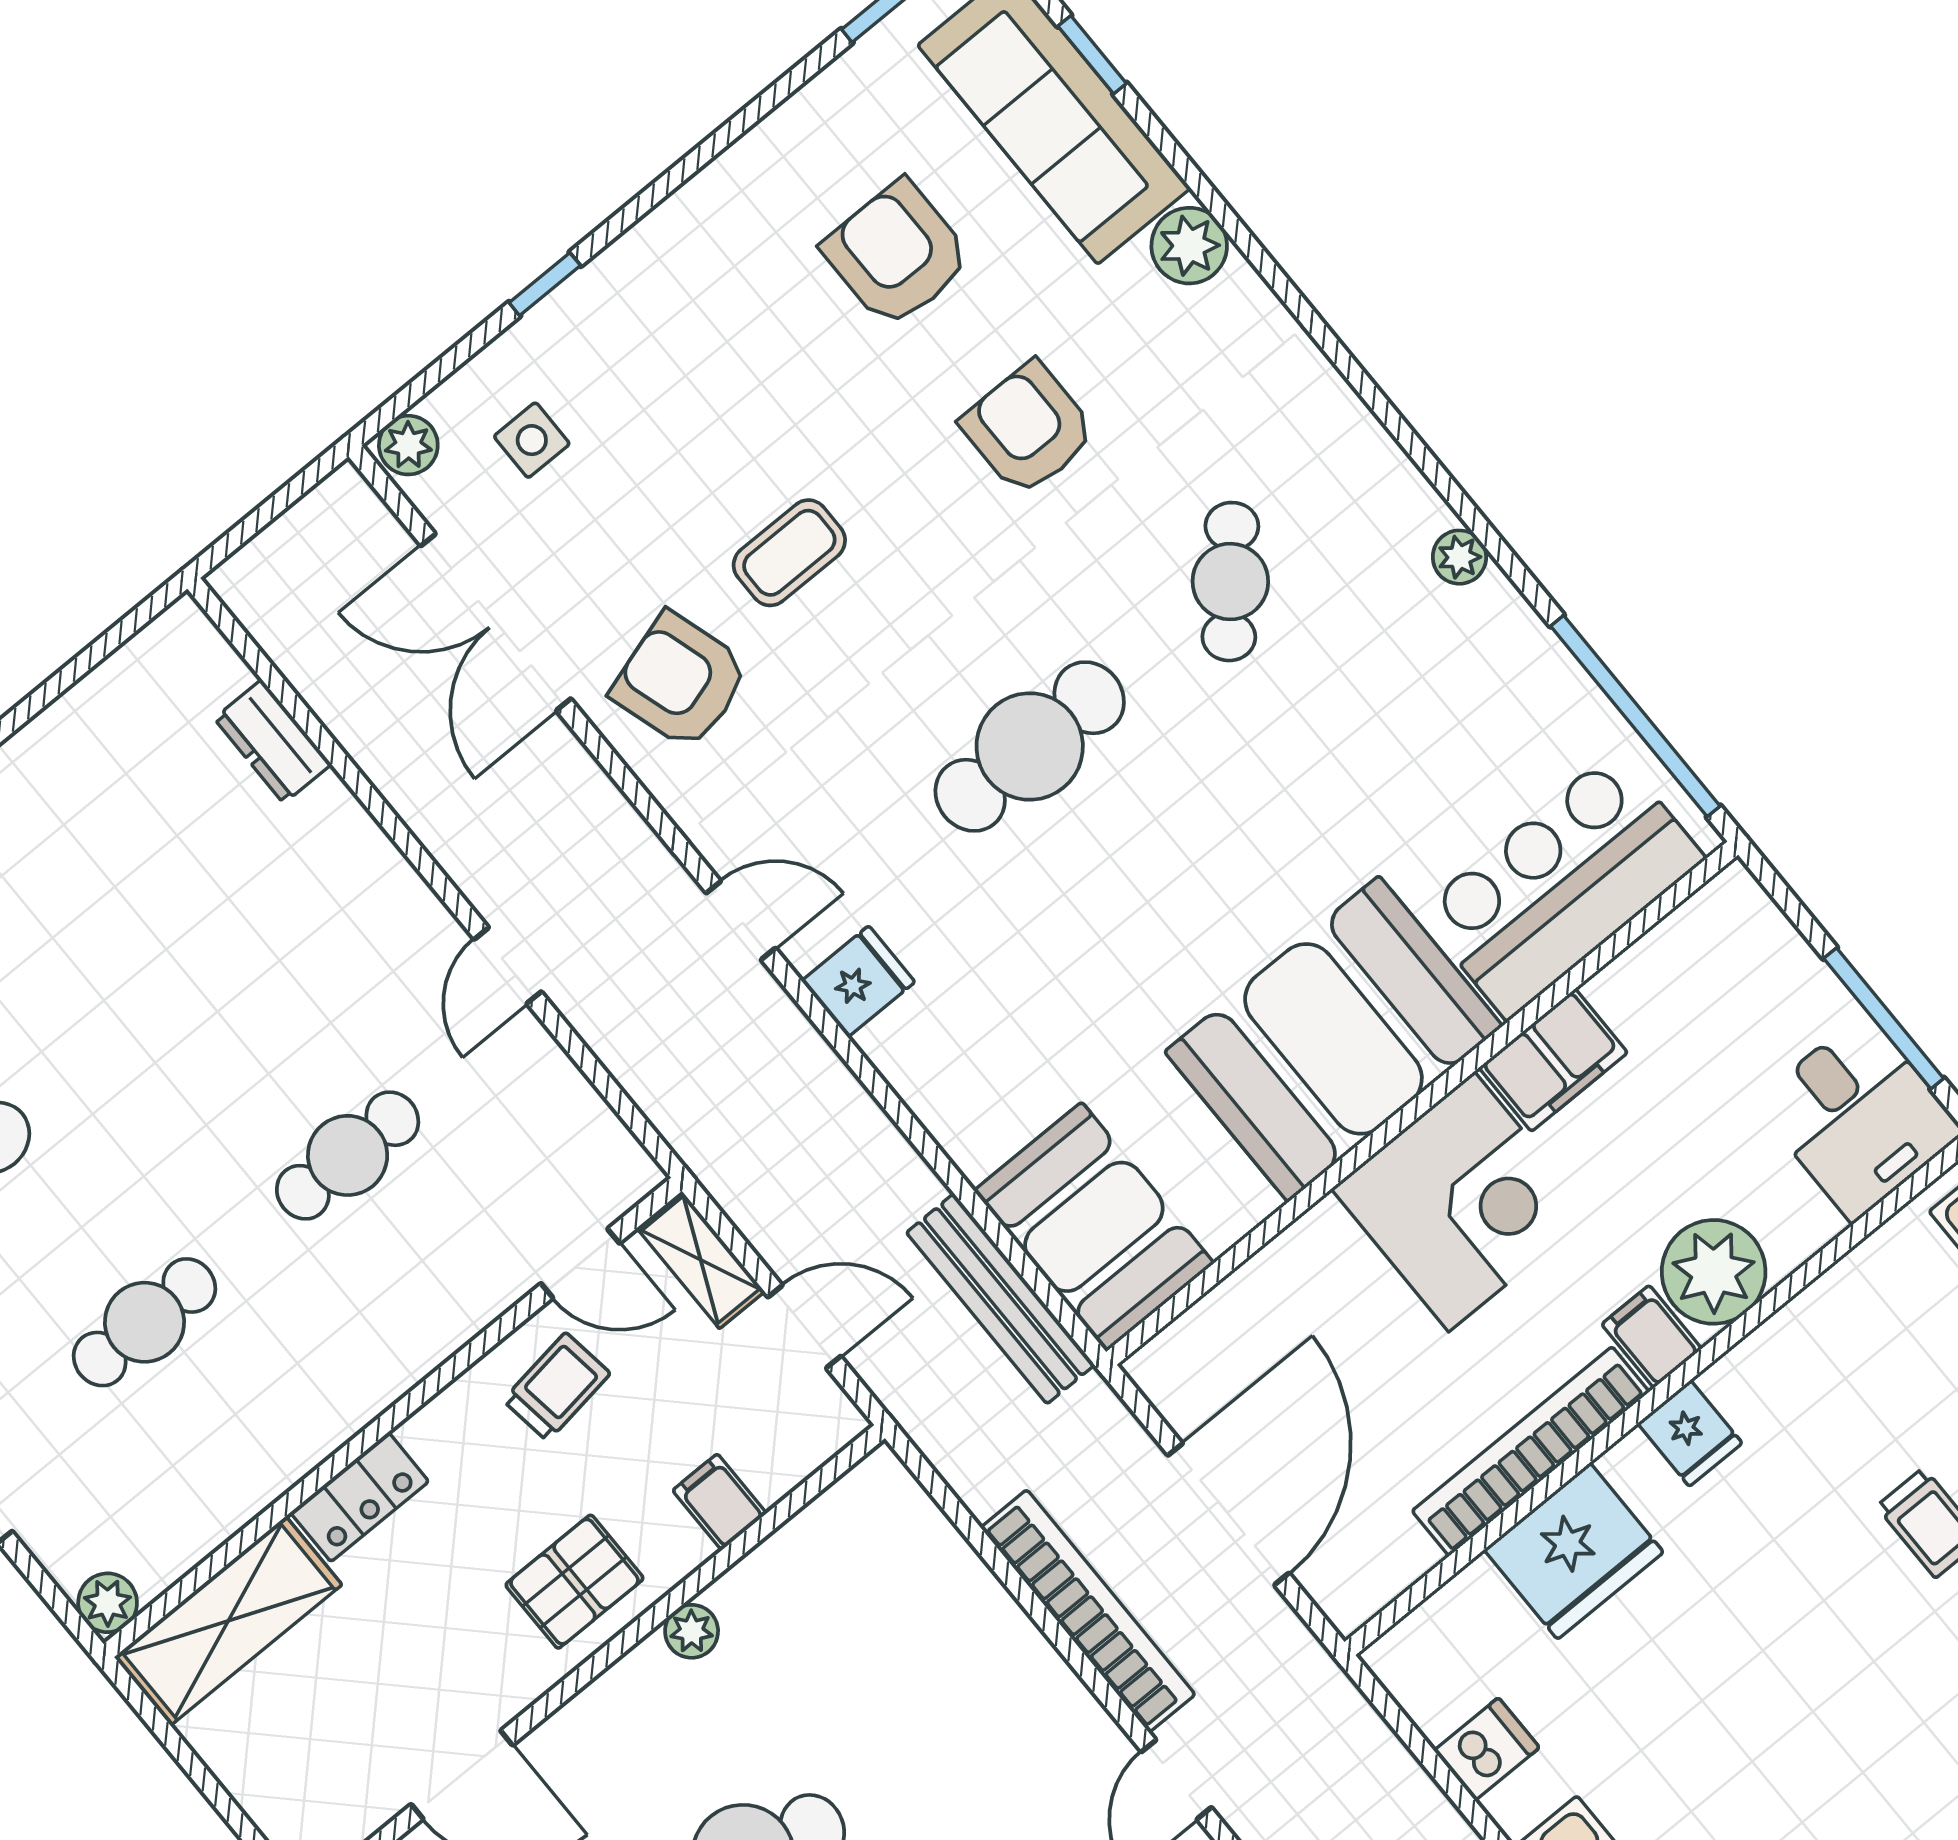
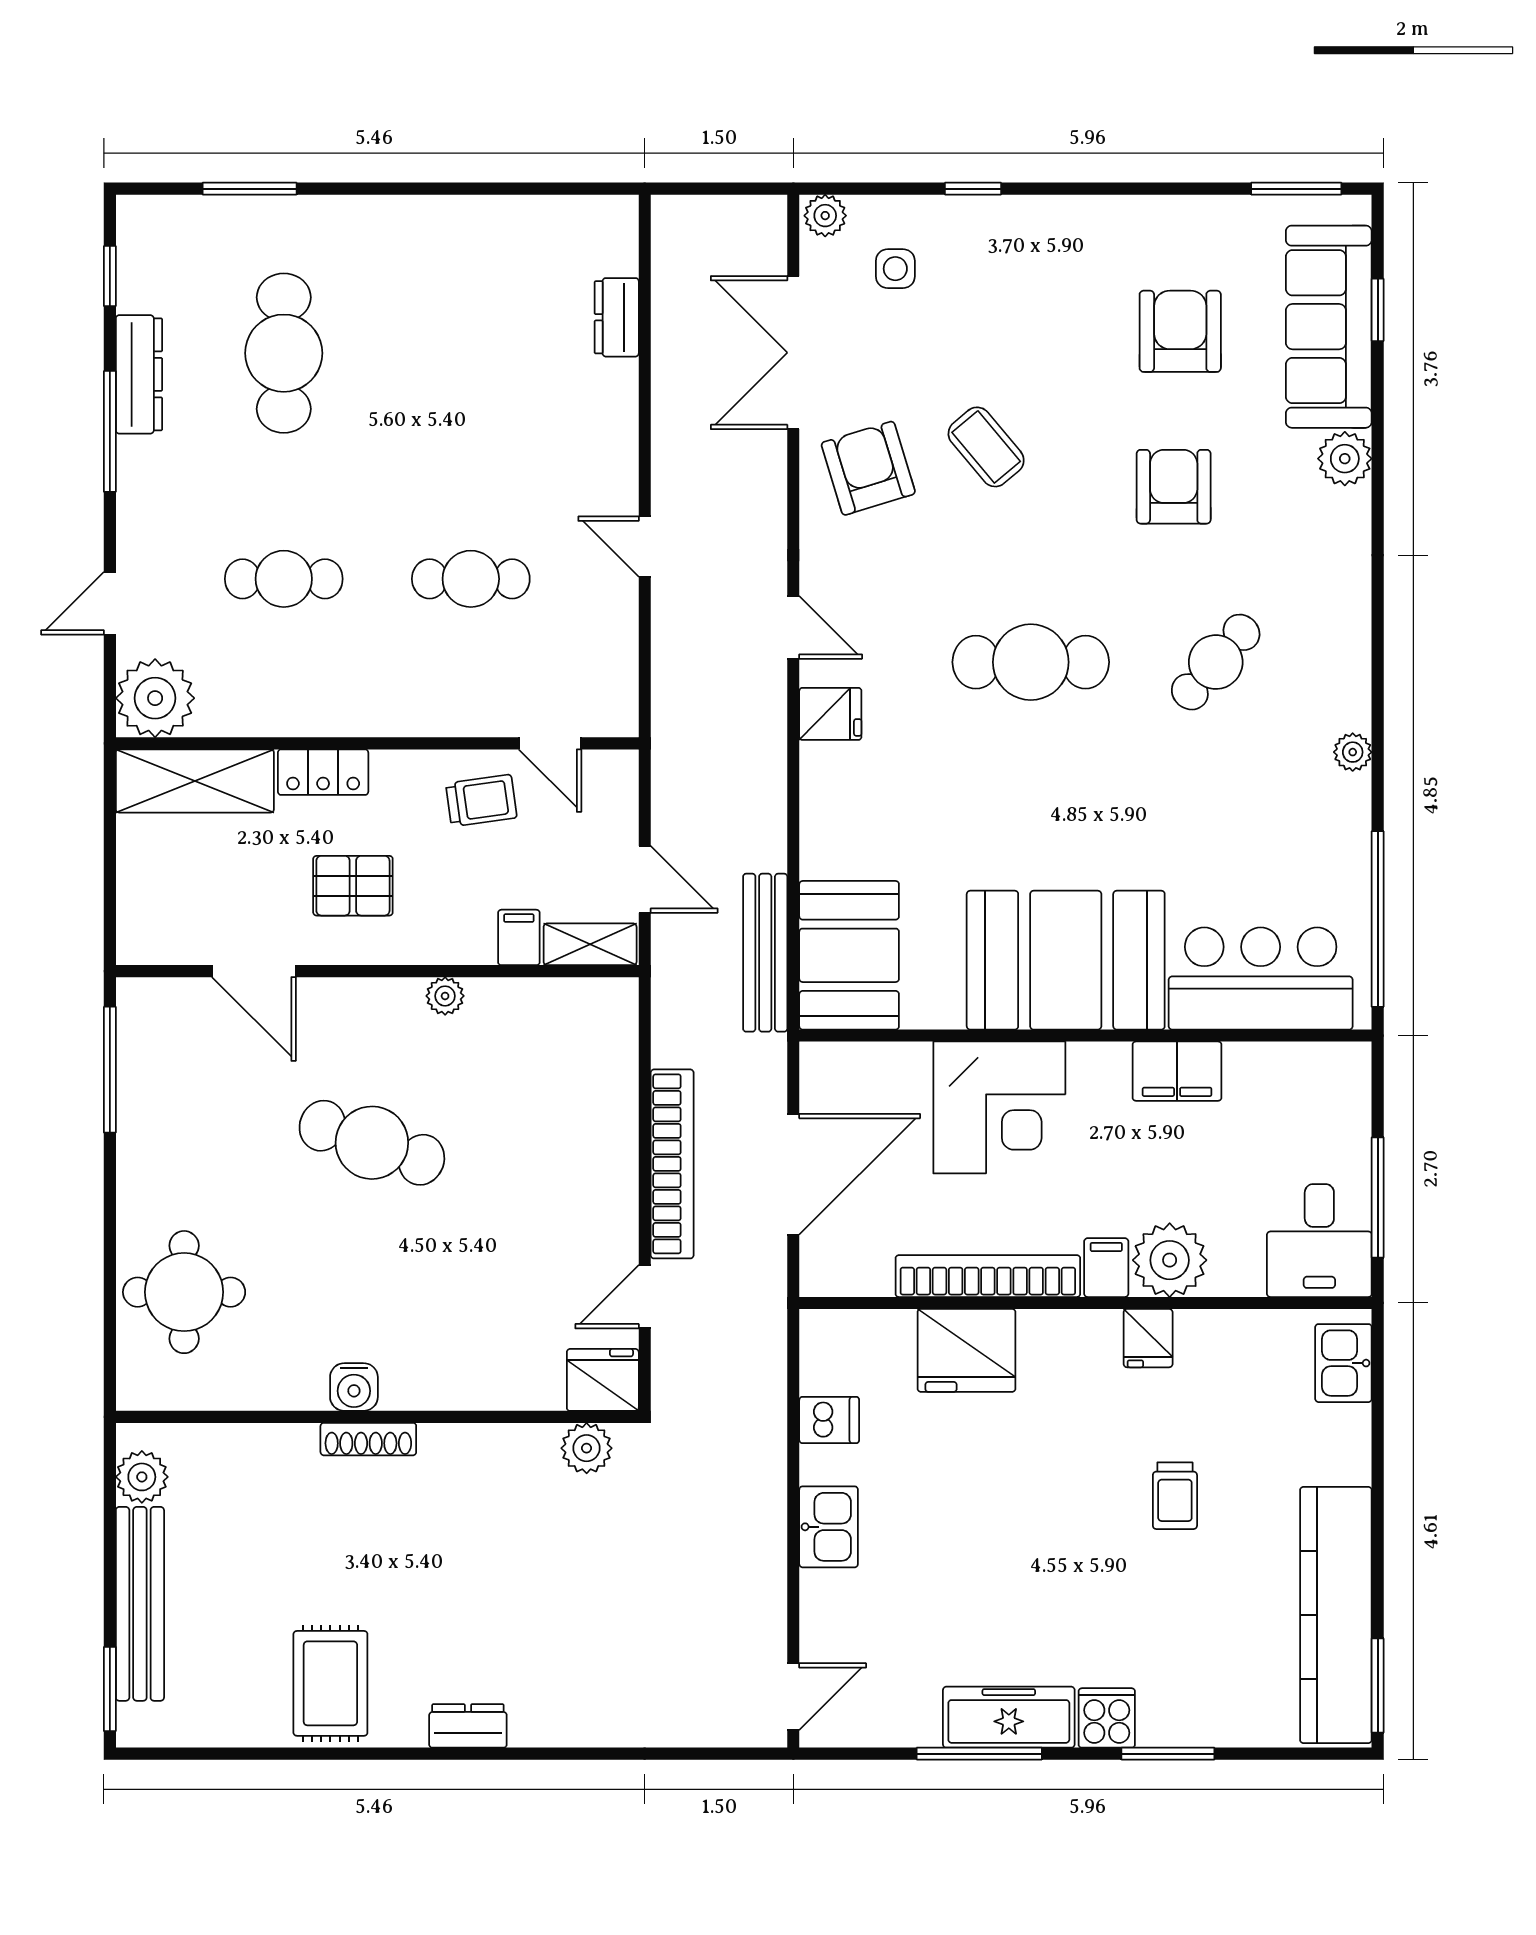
coffee table: (789, 553) -> (986, 447), turned 50
door: (508, 965) -> (645, 547), hinge flipped
corner desk: (1461, 1202) -> (999, 1107), moved
shelving: (701, 1260) -> (590, 944), moved, turned 90
fridge: (1690, 1433) -> (1148, 1338), moved
pallet: (574, 1582) -> (353, 886), moved
plant: (108, 1603) -> (155, 698), width x1.87, depth x1.87

